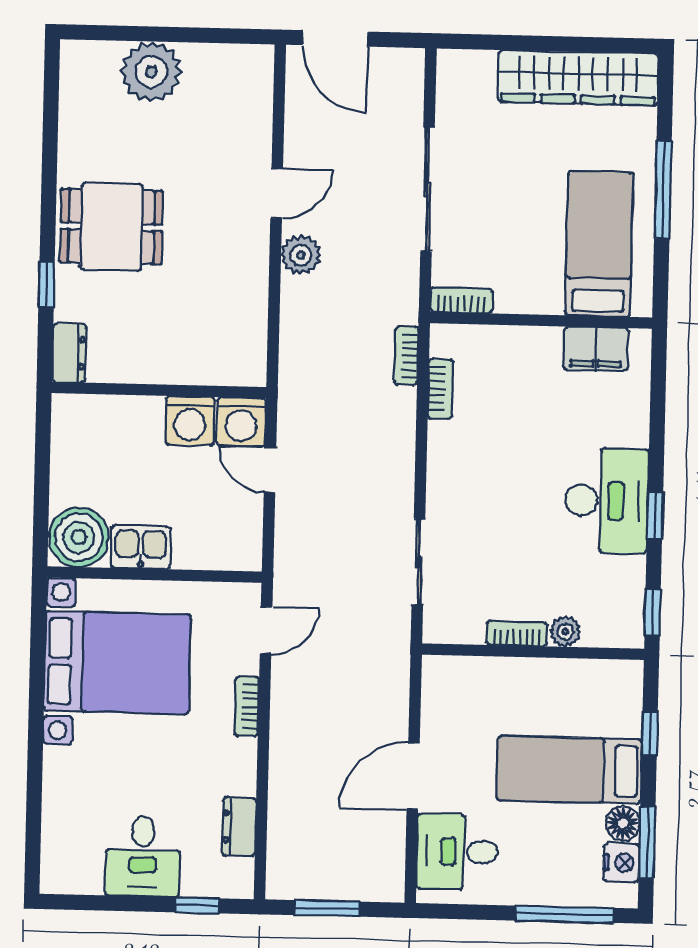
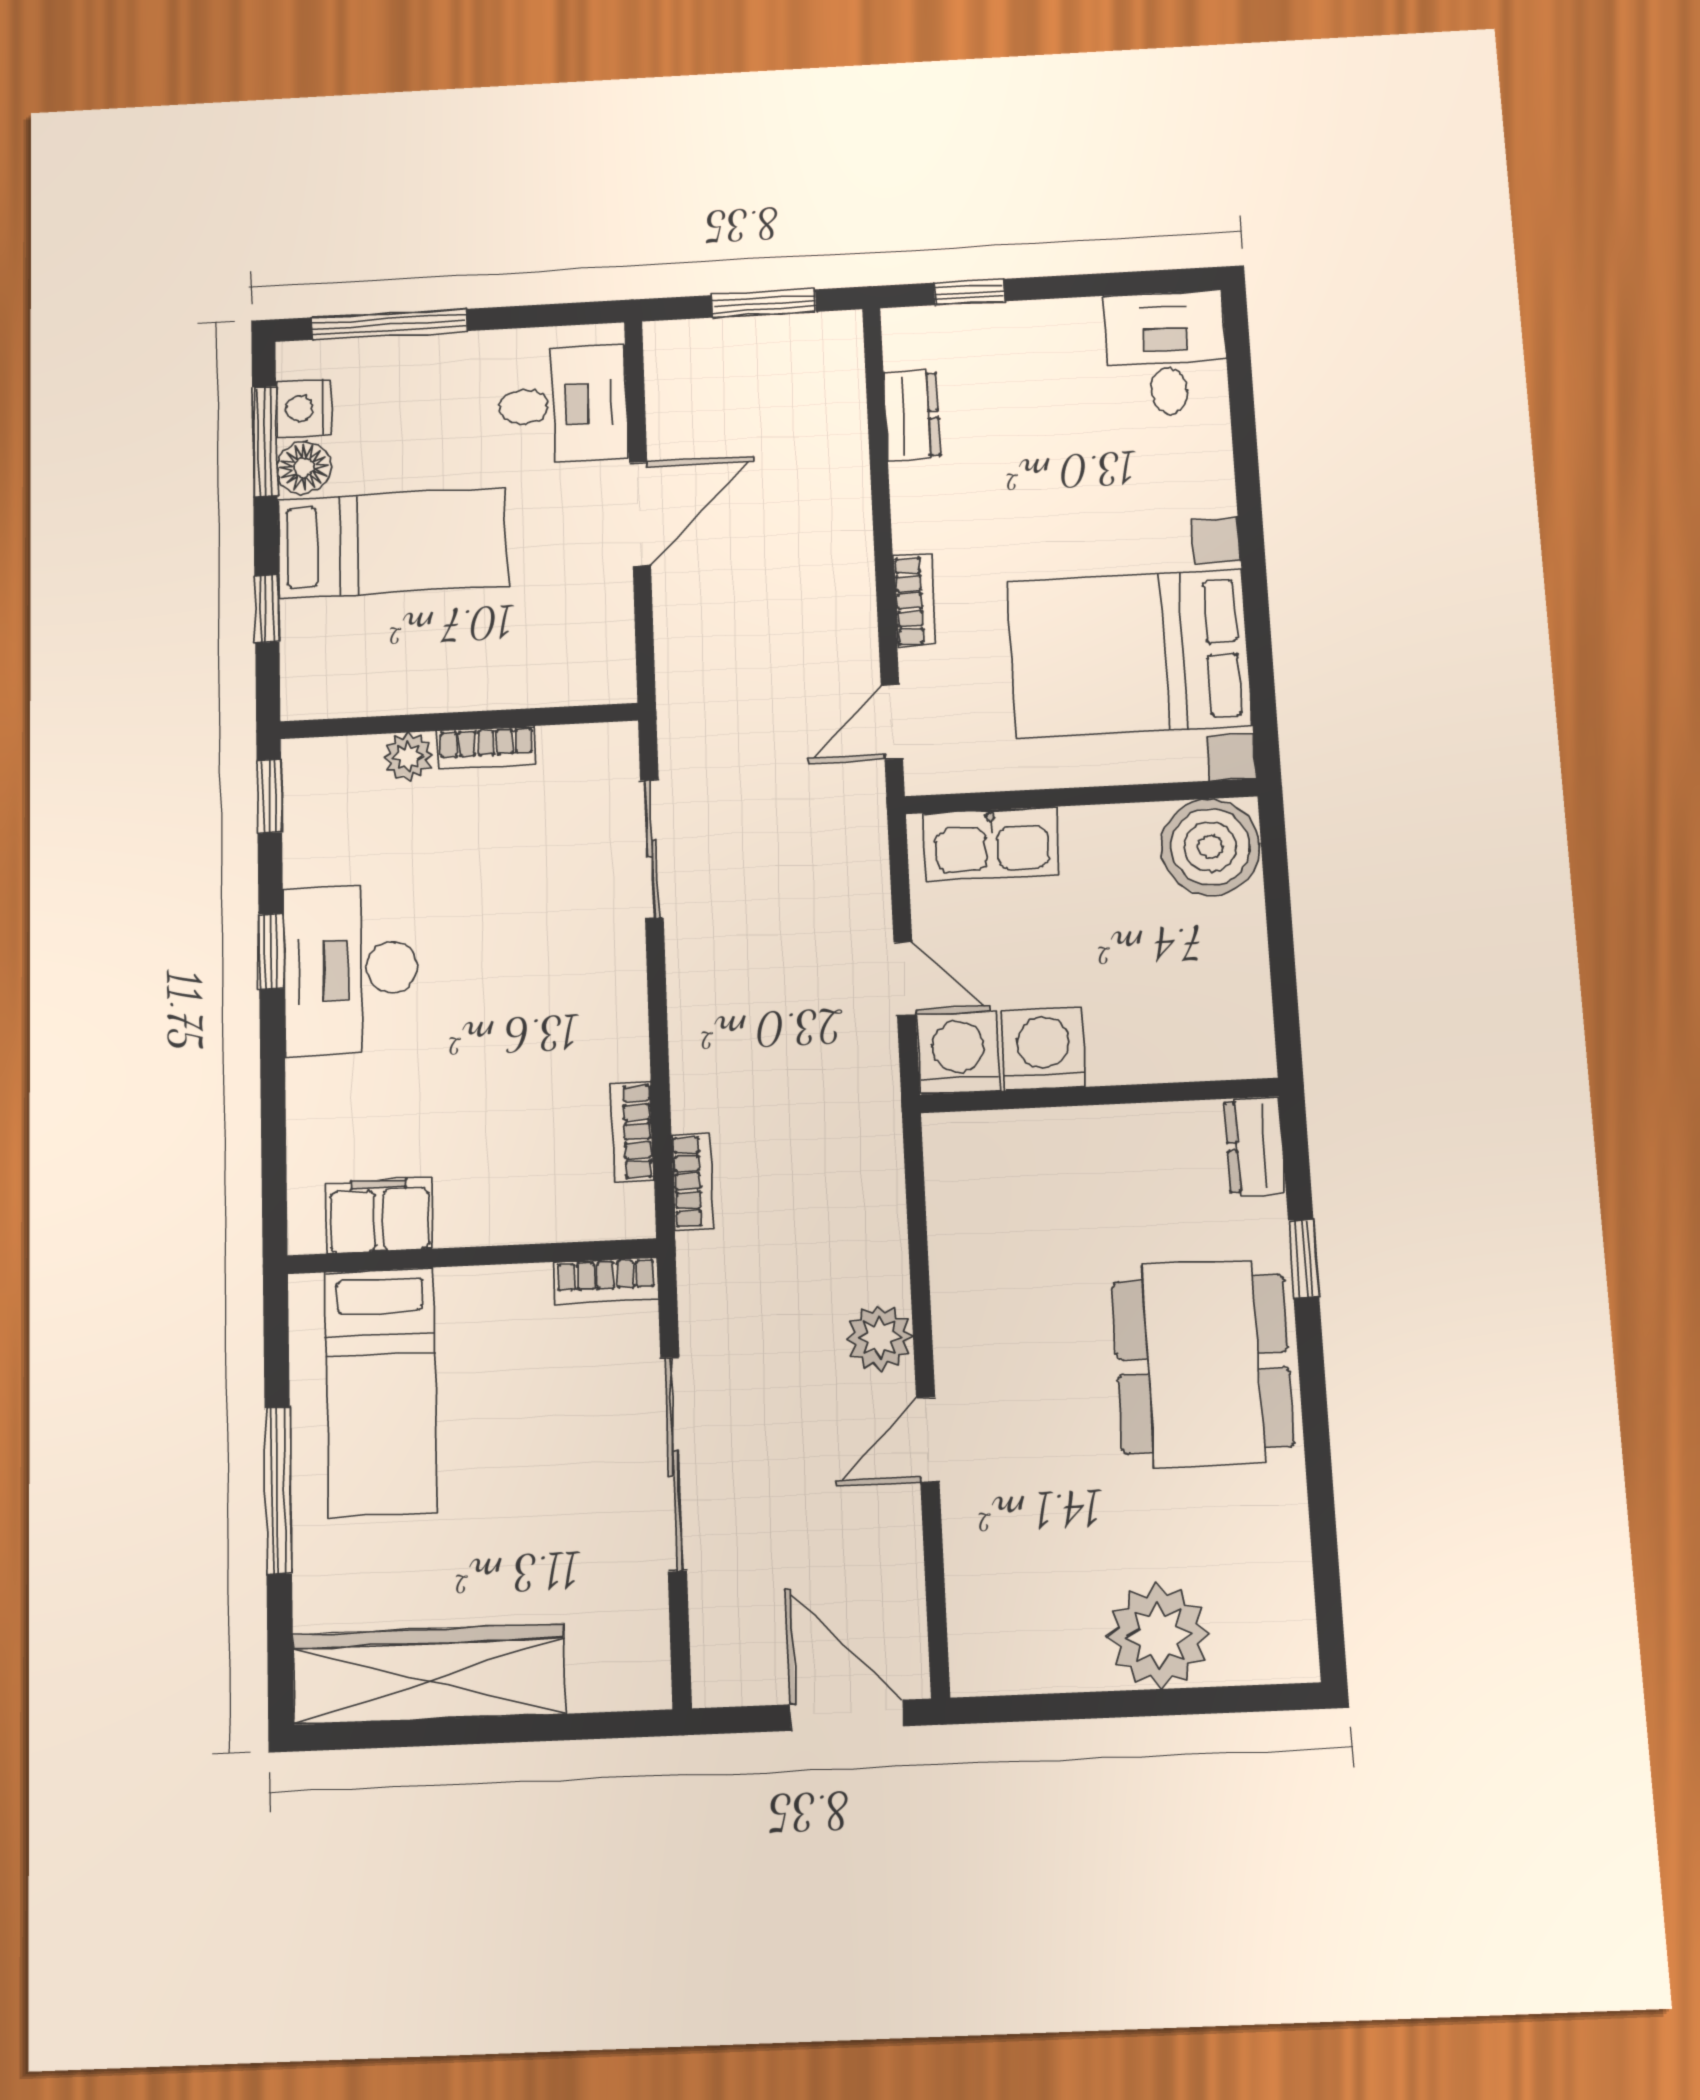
dining table: (111, 227) -> (1203, 1364), width x1.38
kitchen sink: (141, 547) -> (992, 844), moved, width x1.38
desk: (143, 856) -> (1166, 353), moved

